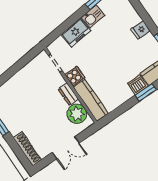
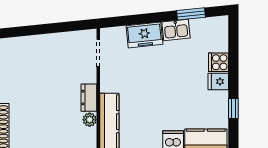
cooker: (75, 76) -> (218, 62), moved, turned 180
plant: (77, 114) -> (90, 120), width x0.53, depth x0.53

